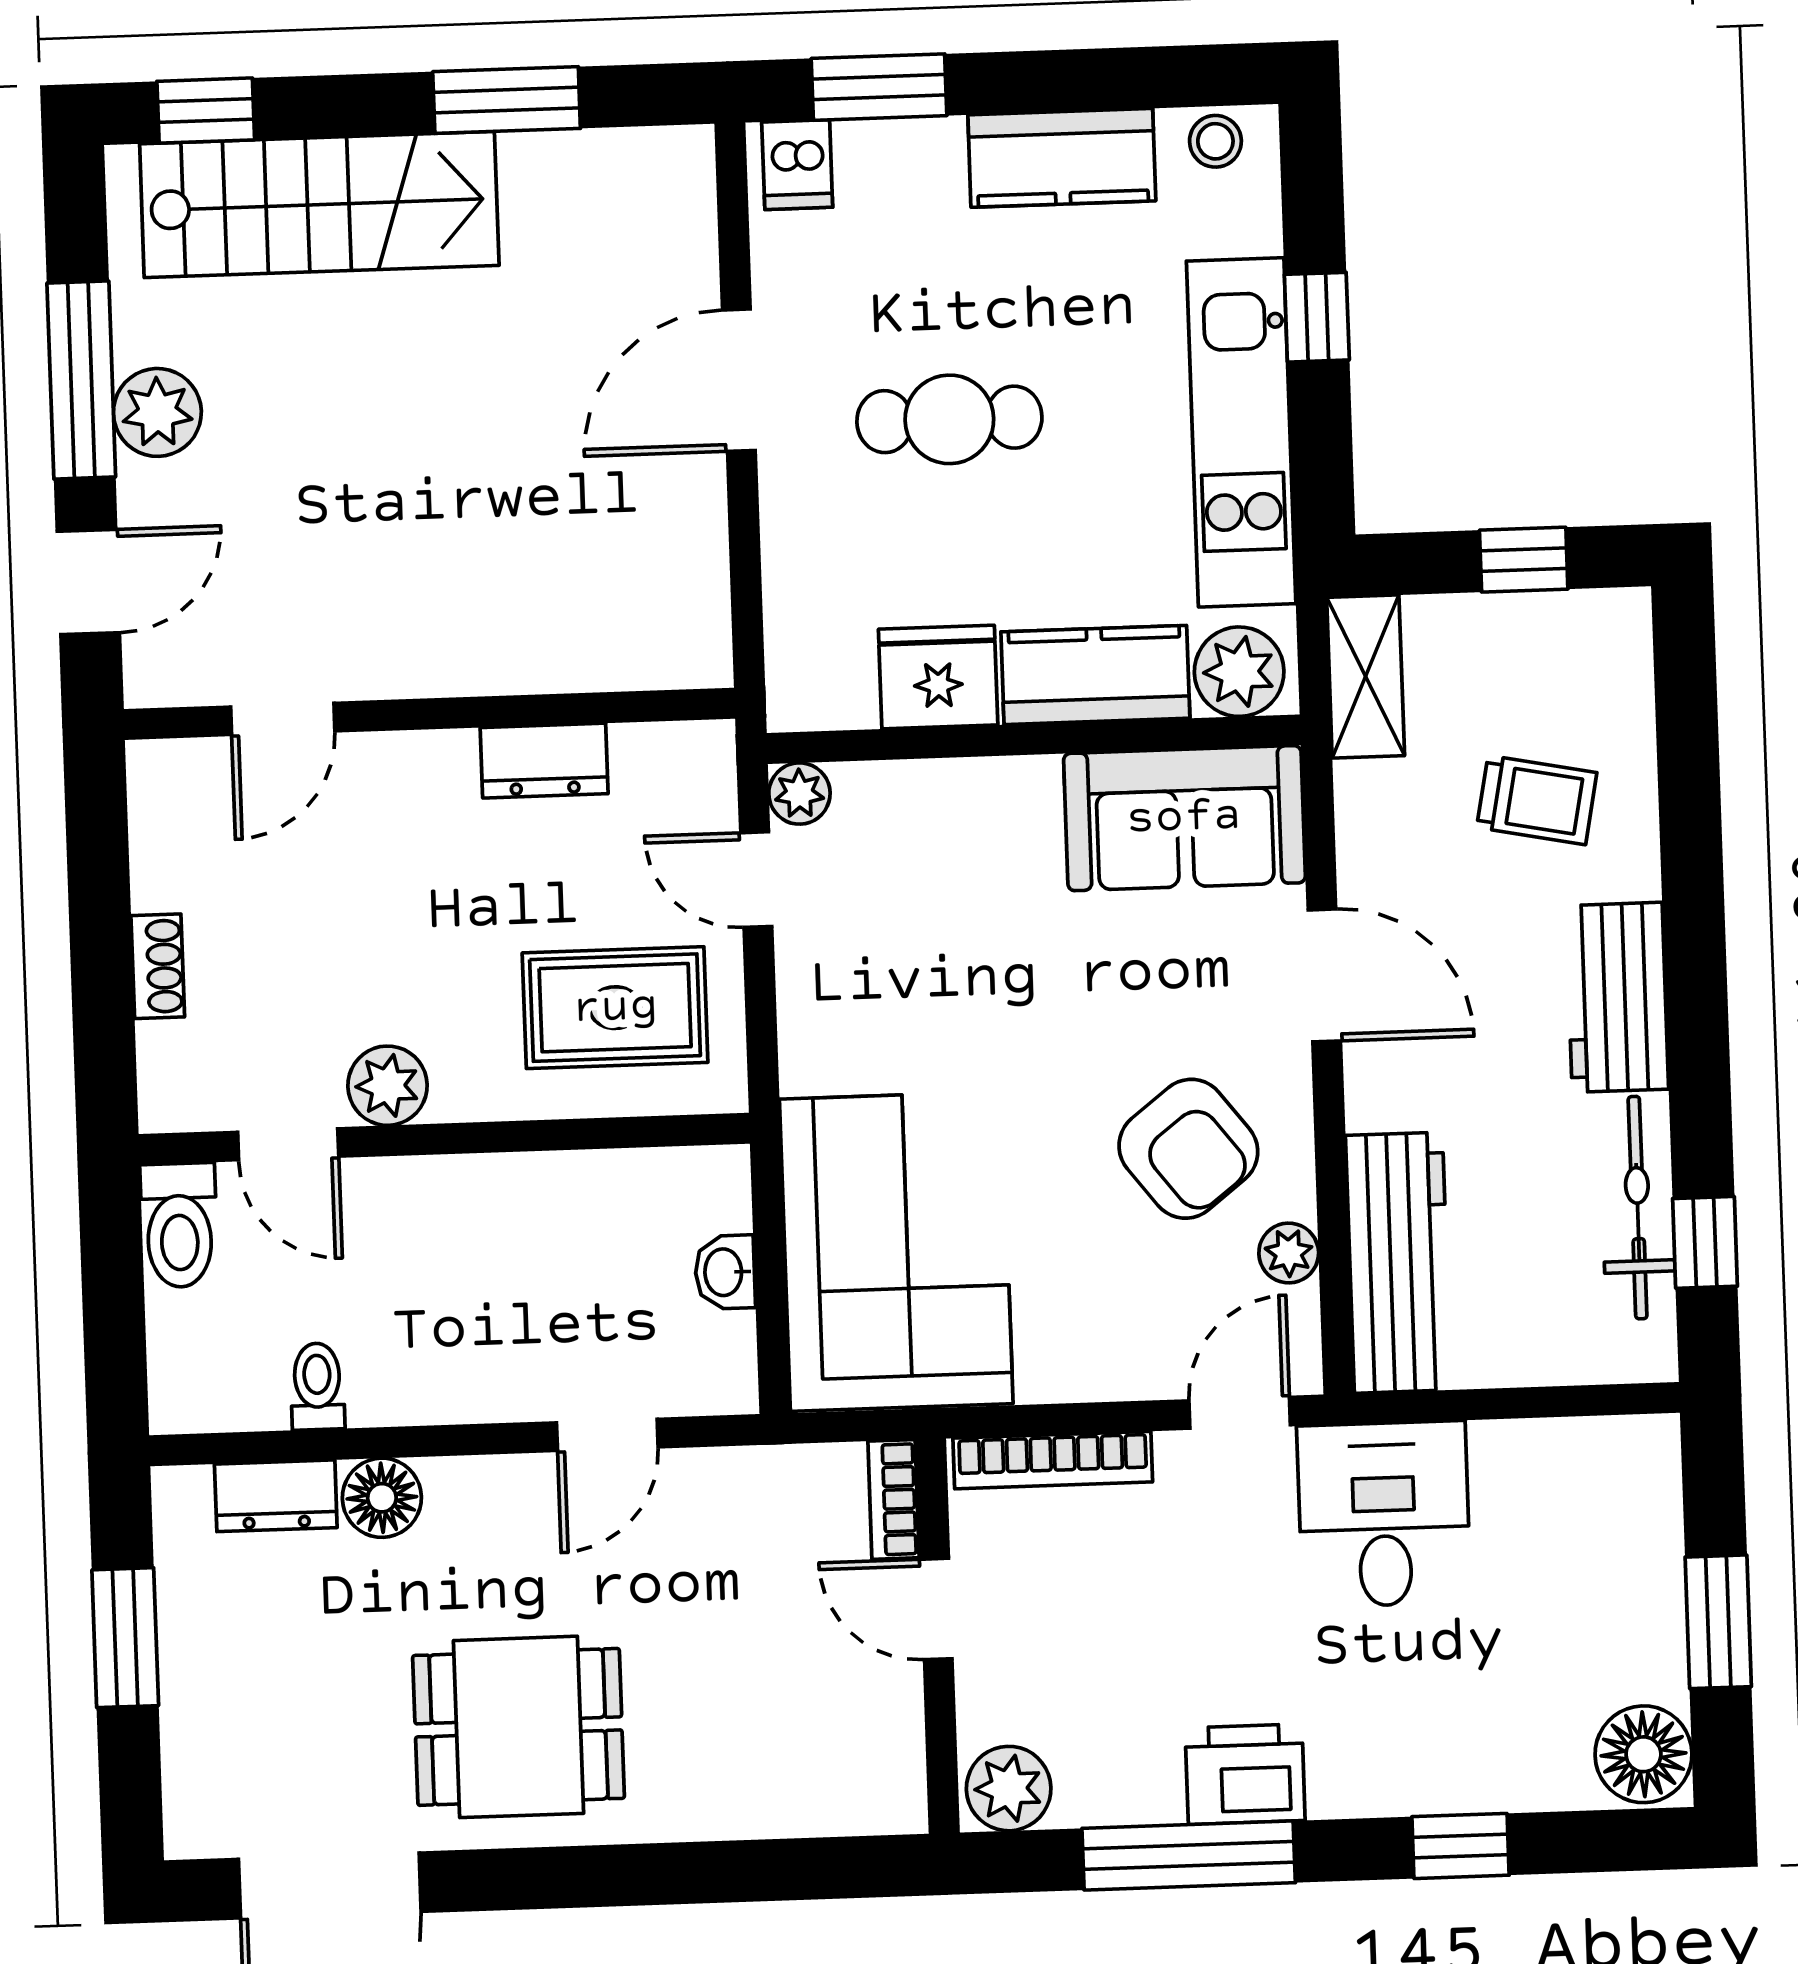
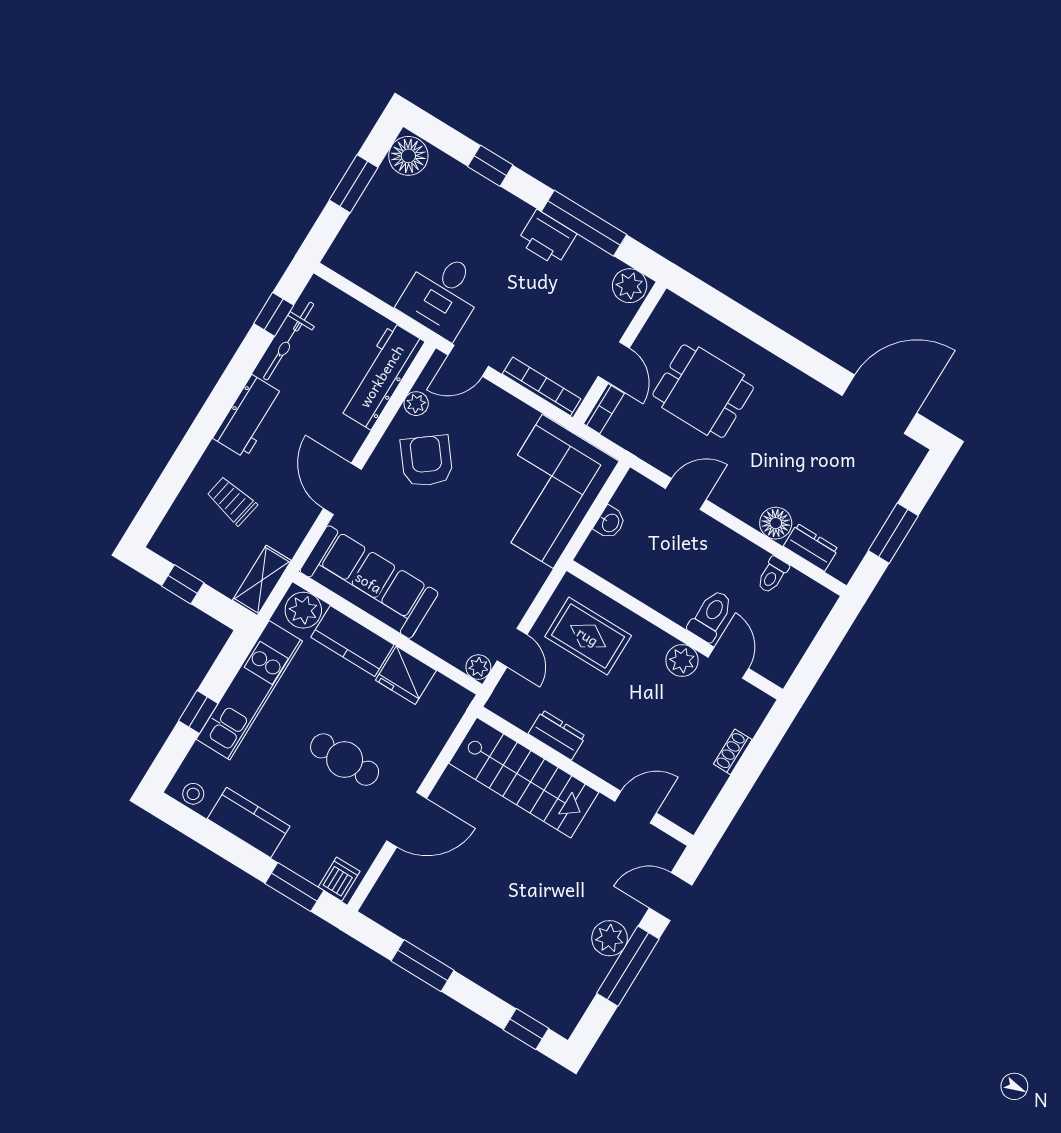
stairs: (319, 205) -> (524, 778), moved, turned 180
sofa: (1184, 818) -> (369, 582), width x1.36
toilet: (179, 1225) -> (711, 616), moved
dining table: (519, 1727) -> (703, 391), moved

